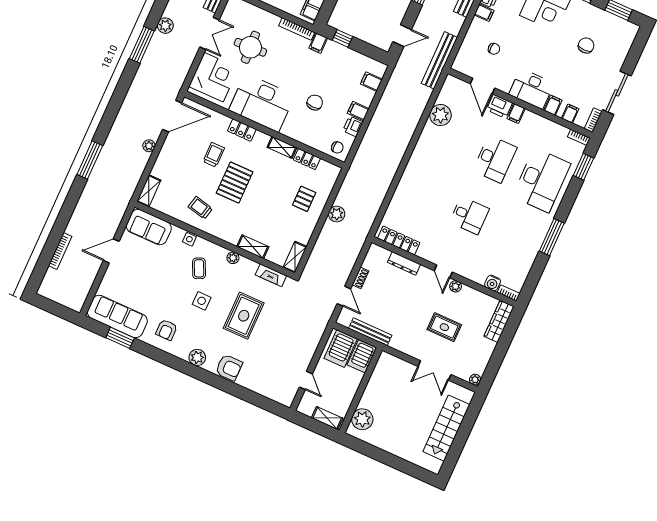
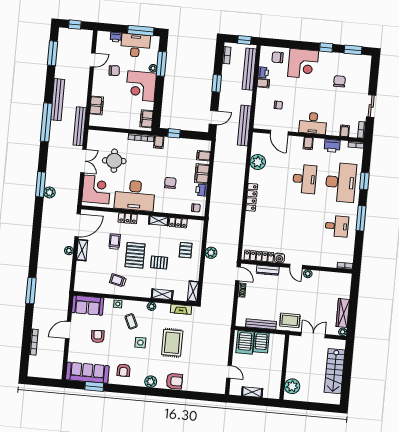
plant: (165, 26) -> (50, 192), moved
sliding door: (617, 93) -> (371, 106), width x0.73
filing cabinet: (553, 105) -> (331, 129), removed
printer: (499, 106) -> (332, 146), moved
filing cabinet: (358, 111) -> (202, 174), width x2.00
locker: (416, 159) -> (252, 197), added
window: (90, 160) -> (31, 291), moved
window: (583, 167) -> (364, 181), moved
shelving: (149, 191) -> (82, 250), moved
pallet: (263, 203) -> (159, 262), added
desk: (469, 216) -> (337, 226), moved
armchair: (148, 273) -> (98, 336), added
water cooler: (493, 283) -> (279, 258), moved
door: (344, 296) -> (238, 274), moved
wardrobe: (499, 321) -> (343, 313), moved
rug: (444, 327) -> (290, 320), moved
double door: (434, 370) -> (313, 335), swing flipped
wall: (361, 390) -> (284, 367), moved
plant: (362, 419) -> (292, 386), moved

